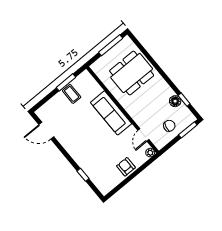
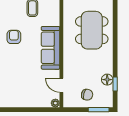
dining table: (132, 73) -> (92, 30), turned 90
door: (143, 135) -> (61, 85), hinge flipped
armchair: (126, 167) -> (14, 37), moved

